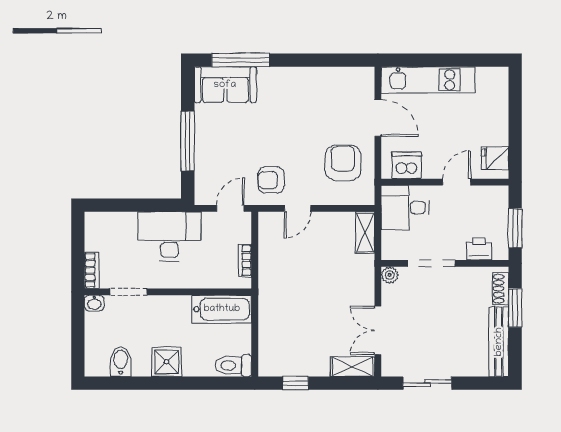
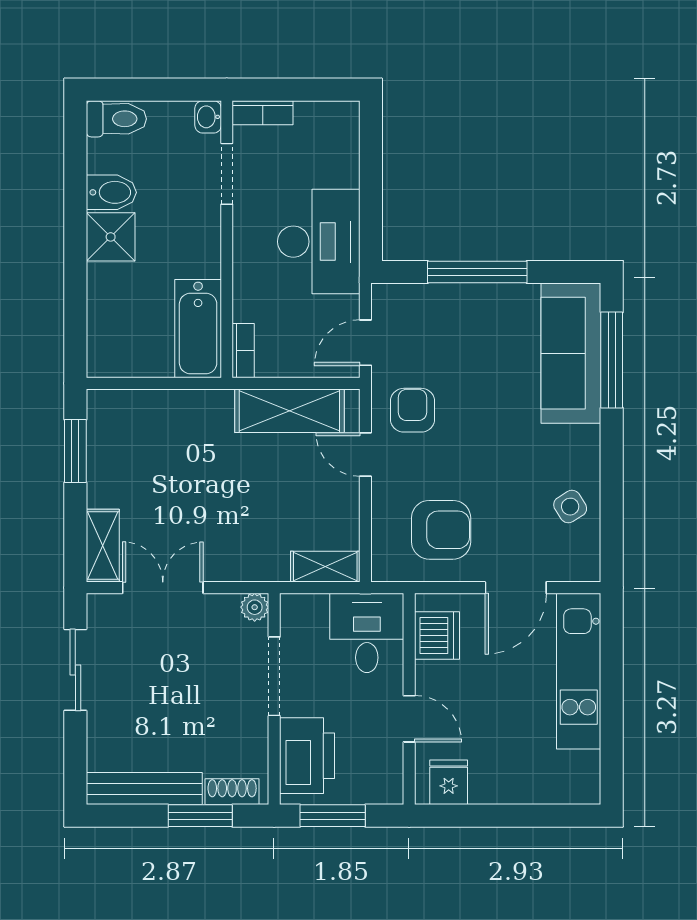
sofa: (225, 85) -> (571, 353), width x1.36
side table: (329, 85) -> (570, 507), added
door: (230, 208) -> (365, 343), swing flipped
printer: (479, 249) -> (307, 756), width x1.87, depth x1.48
shelving: (271, 254) -> (289, 411), added
bookcase: (245, 260) -> (243, 351), moved, turned 90
bidet: (121, 361) -> (111, 192), moved
toilet: (233, 366) -> (116, 119), moved, turned 90
window: (296, 383) -> (75, 451), width x1.50

